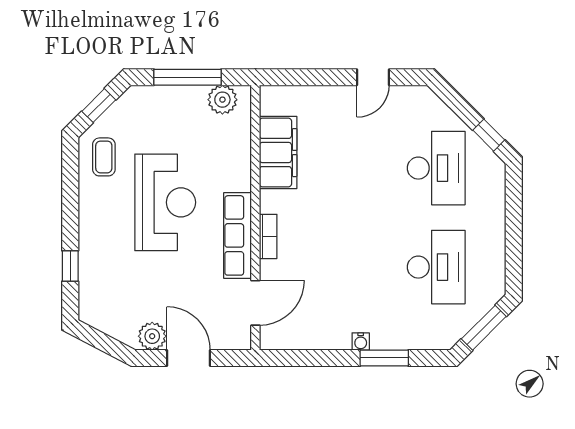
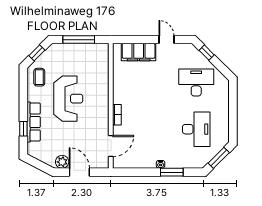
door: (373, 77) -> (166, 40), swing flipped
plant: (222, 100) -> (95, 50), removed
window: (489, 135) -> (207, 53), moved
filing cabinet: (278, 153) -> (139, 52), moved, turned 90
desk: (436, 168) -> (196, 82), turned -90
row of seats: (238, 235) -> (34, 122), moved, turned 180

